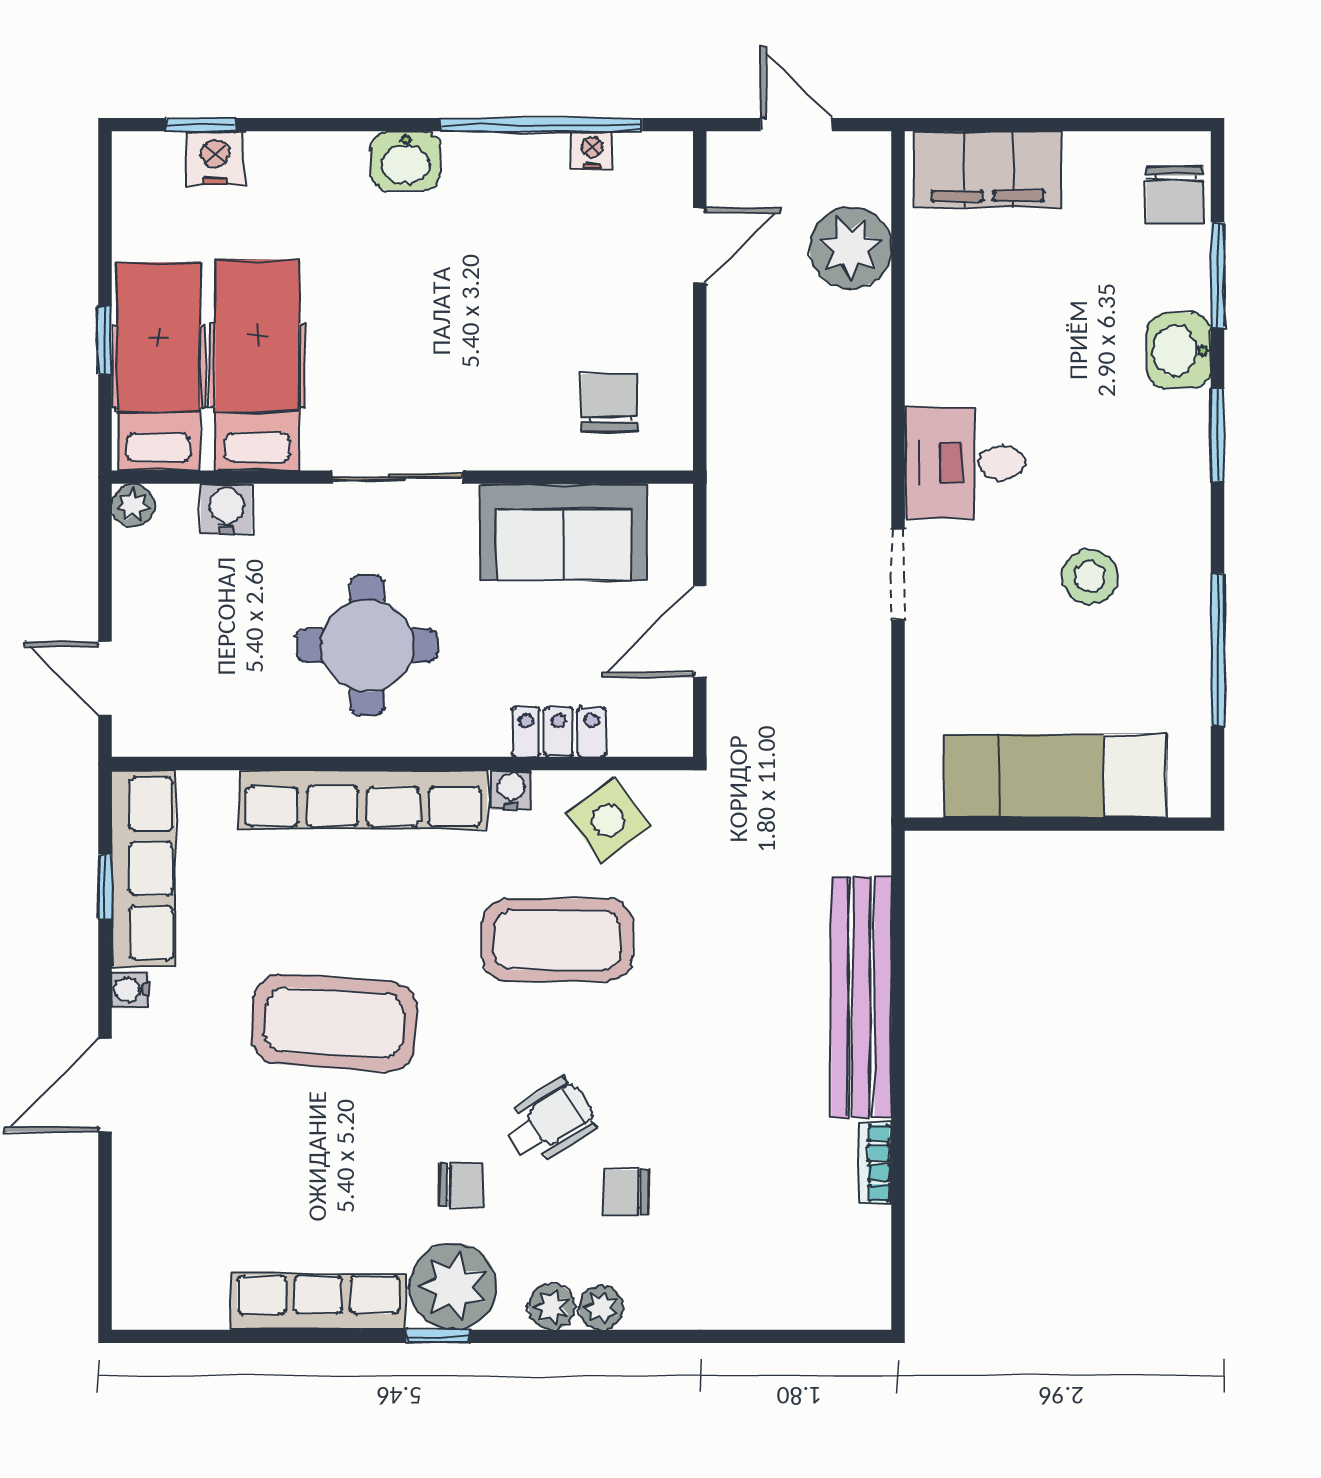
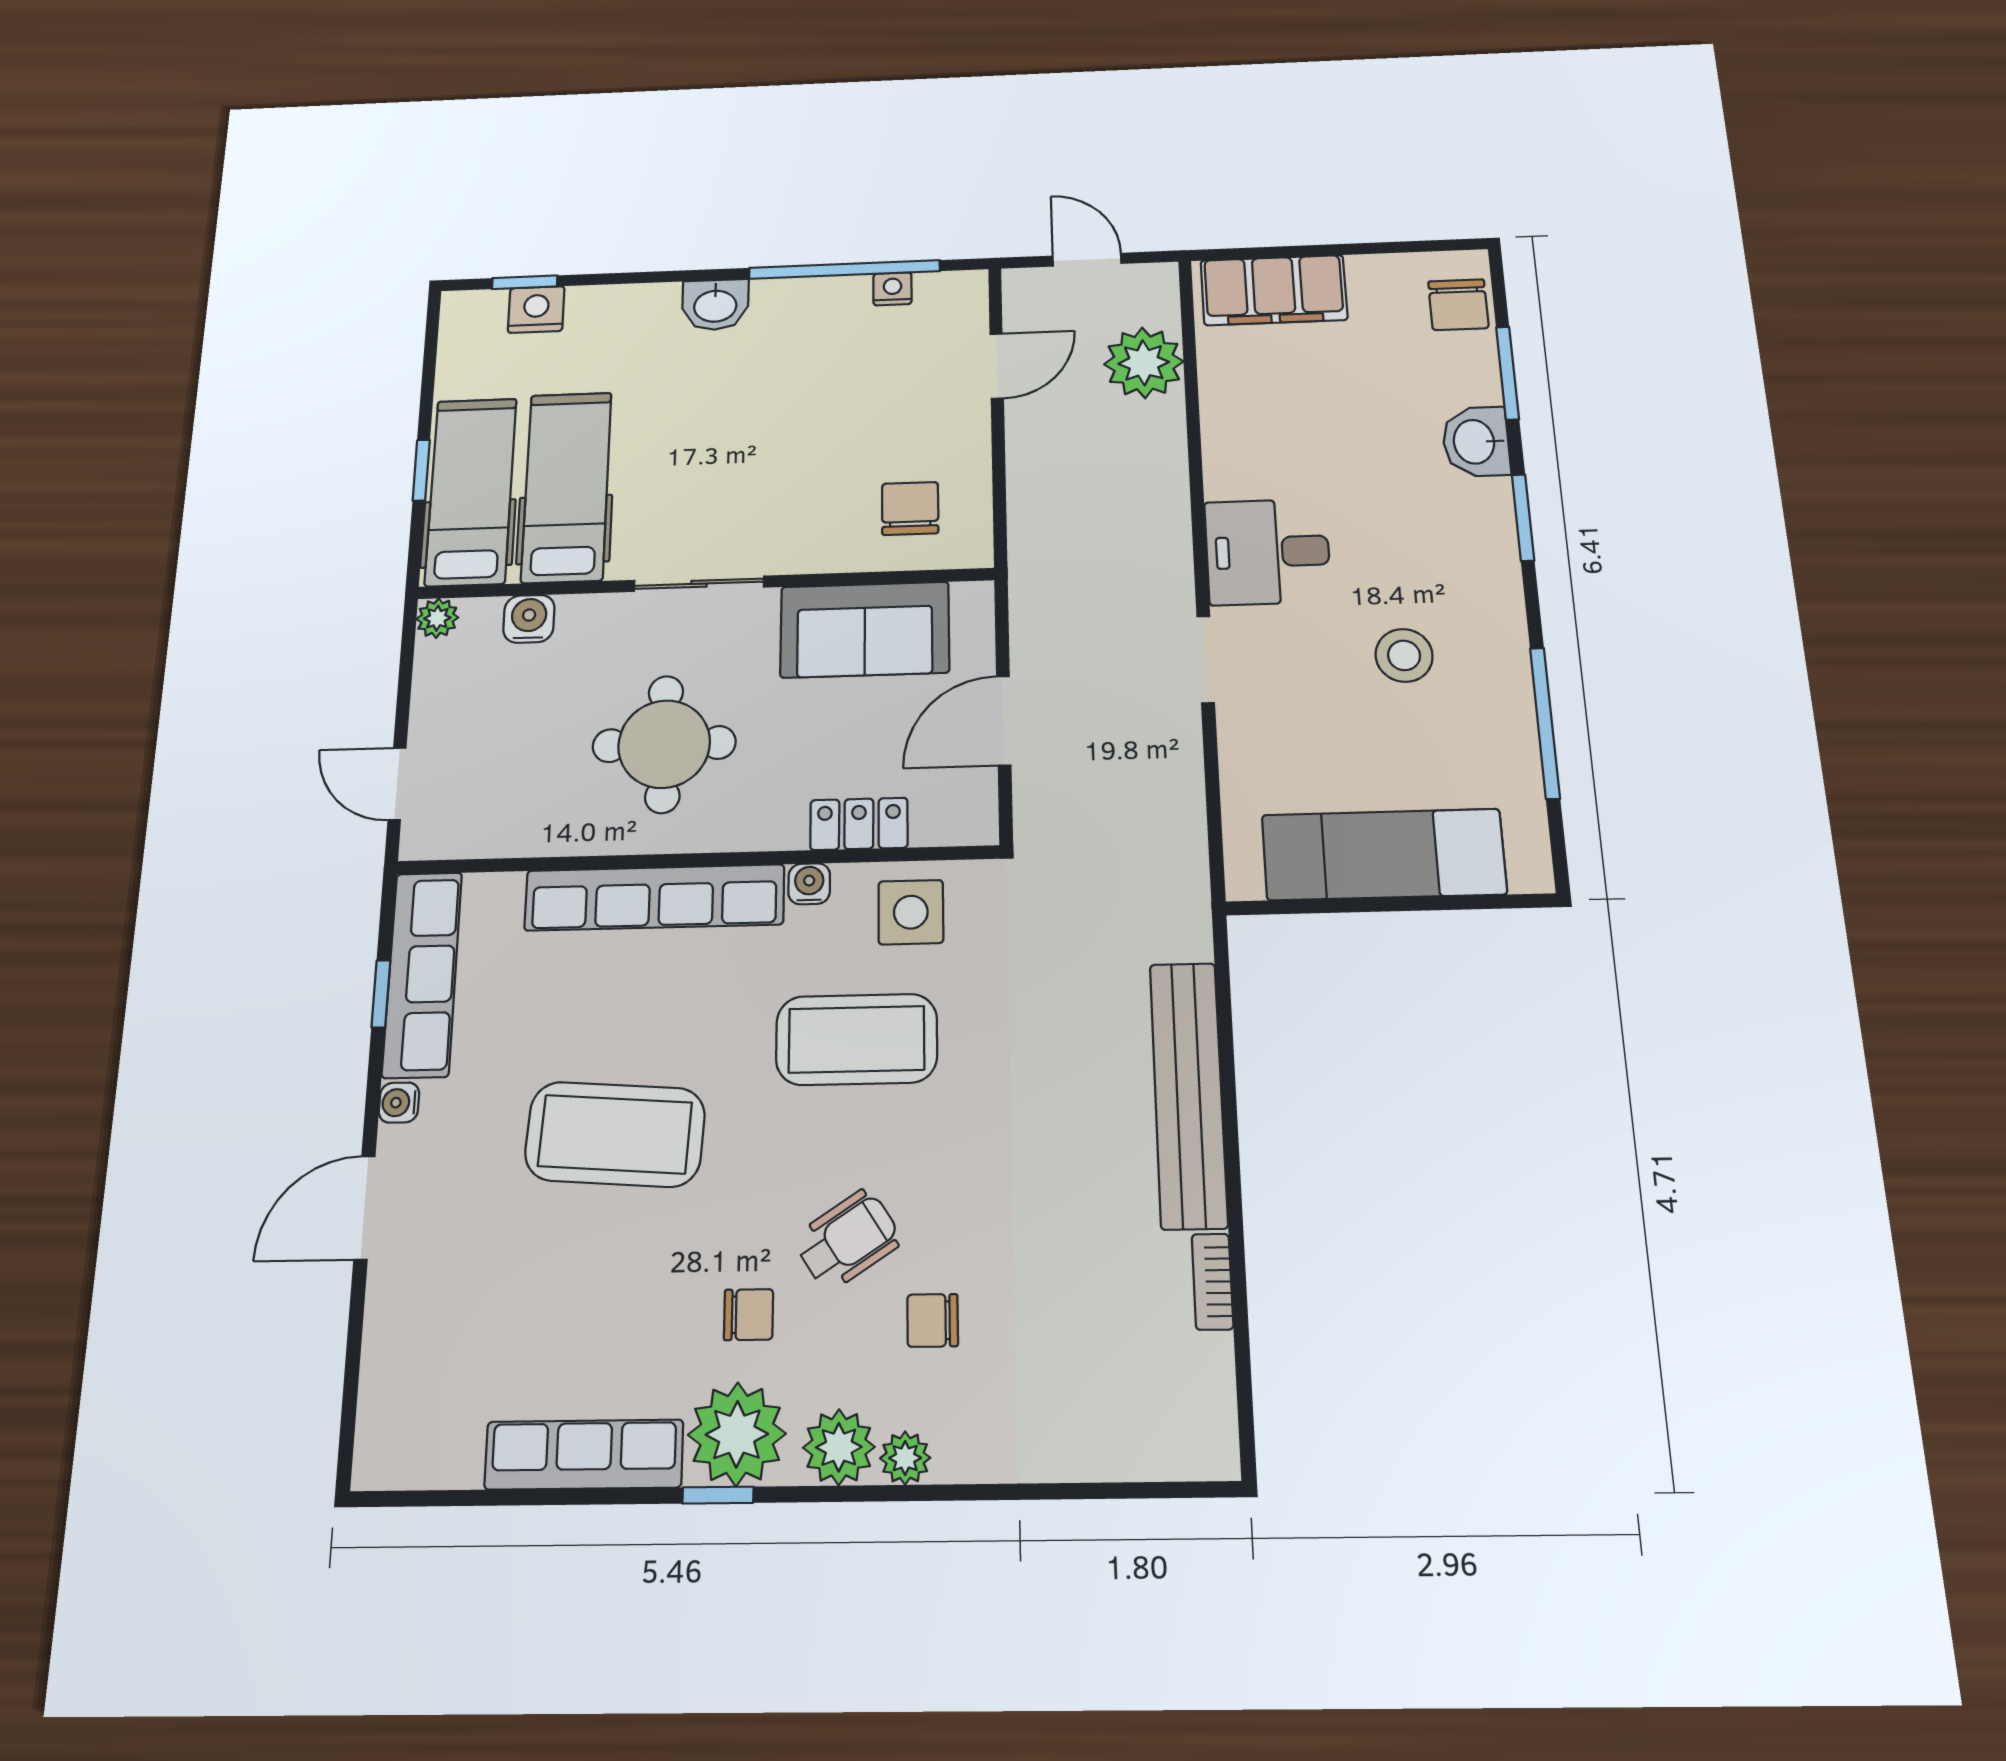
side table: (608, 820) -> (911, 912), turned 36
plant: (552, 1307) -> (839, 1447), width x1.38, depth x1.38

